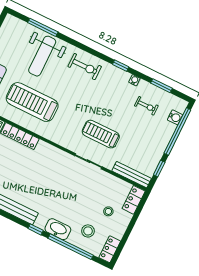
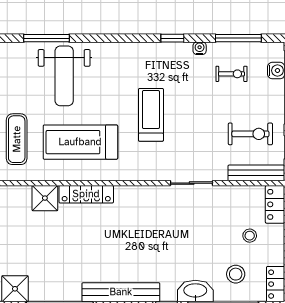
exercise bike: (85, 67) -> (250, 134), moved
window: (161, 86) -> (238, 38), width x1.44
treadmill: (101, 134) -> (151, 115), moved, turned 90

